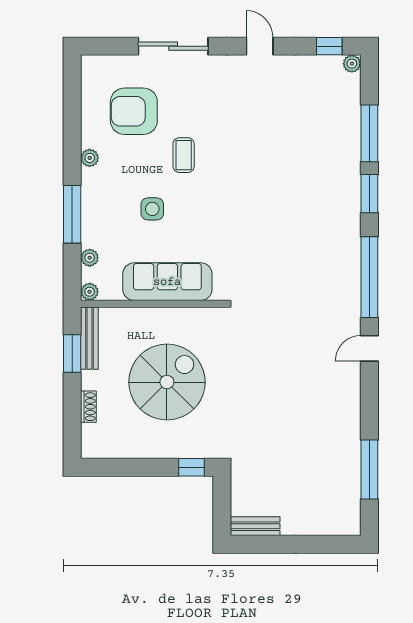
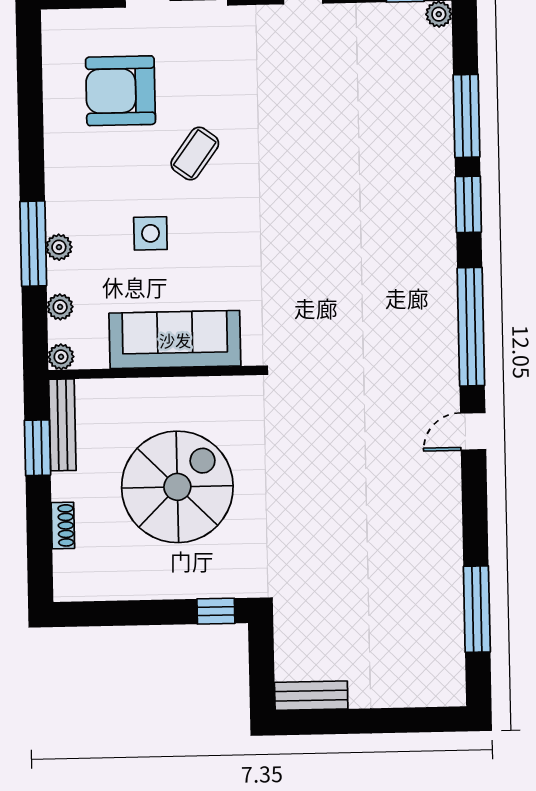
coffee table: (184, 155) -> (195, 154), turned 36
plant: (90, 158) -> (59, 247), moved

